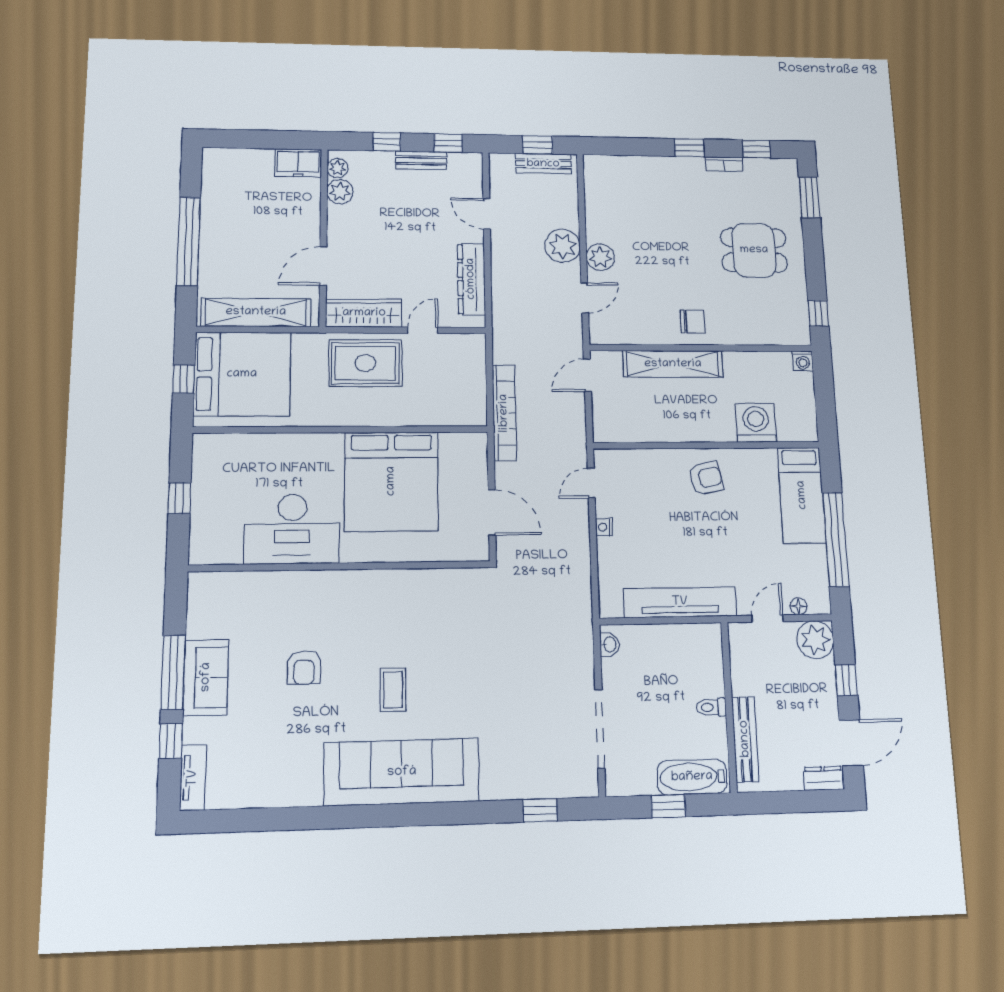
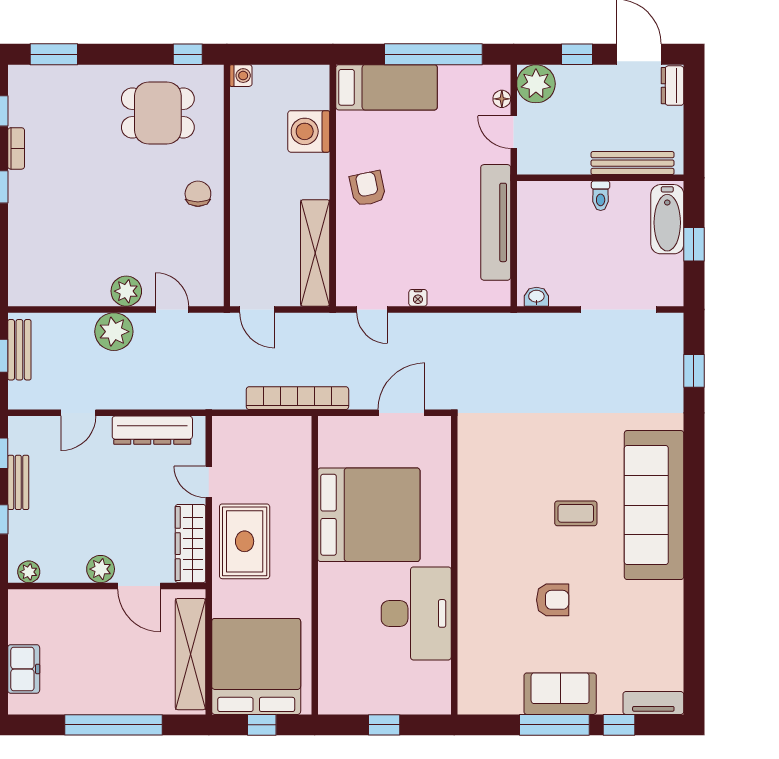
freezer: (298, 163) -> (24, 669), moved
plant: (340, 192) -> (101, 569), moved
dining table: (754, 250) -> (158, 113), moved, turned 90
shelving: (673, 364) -> (315, 253), moved

